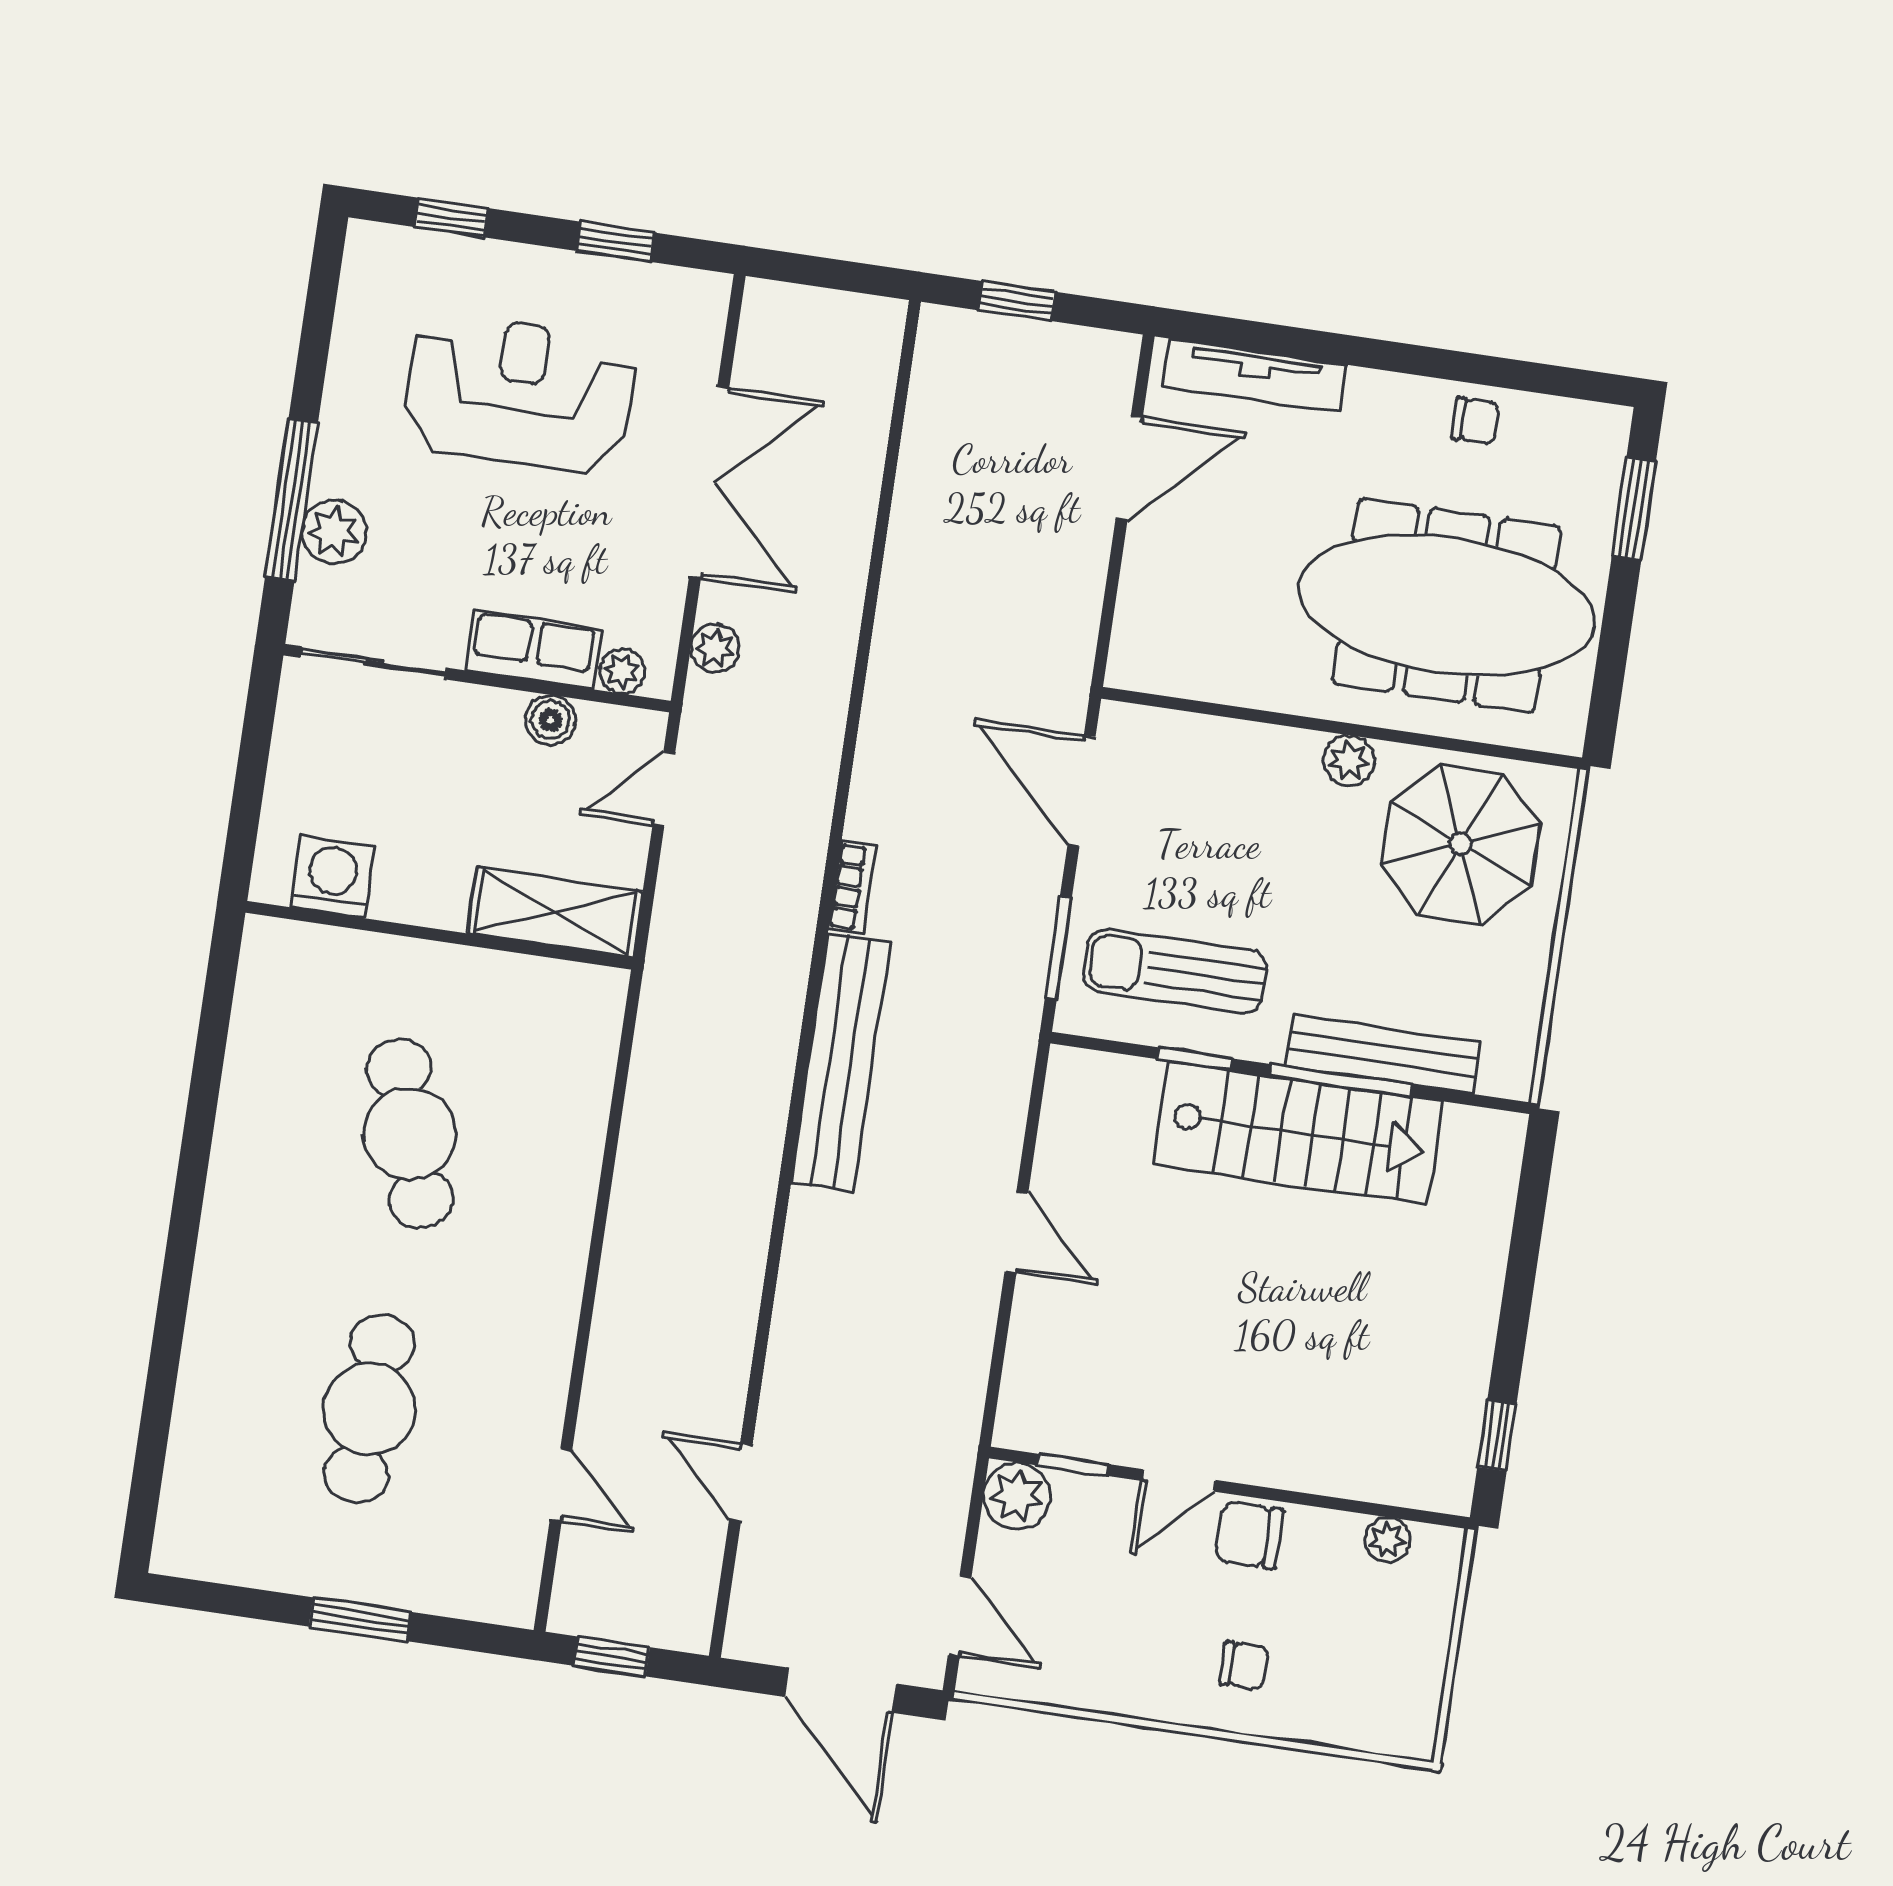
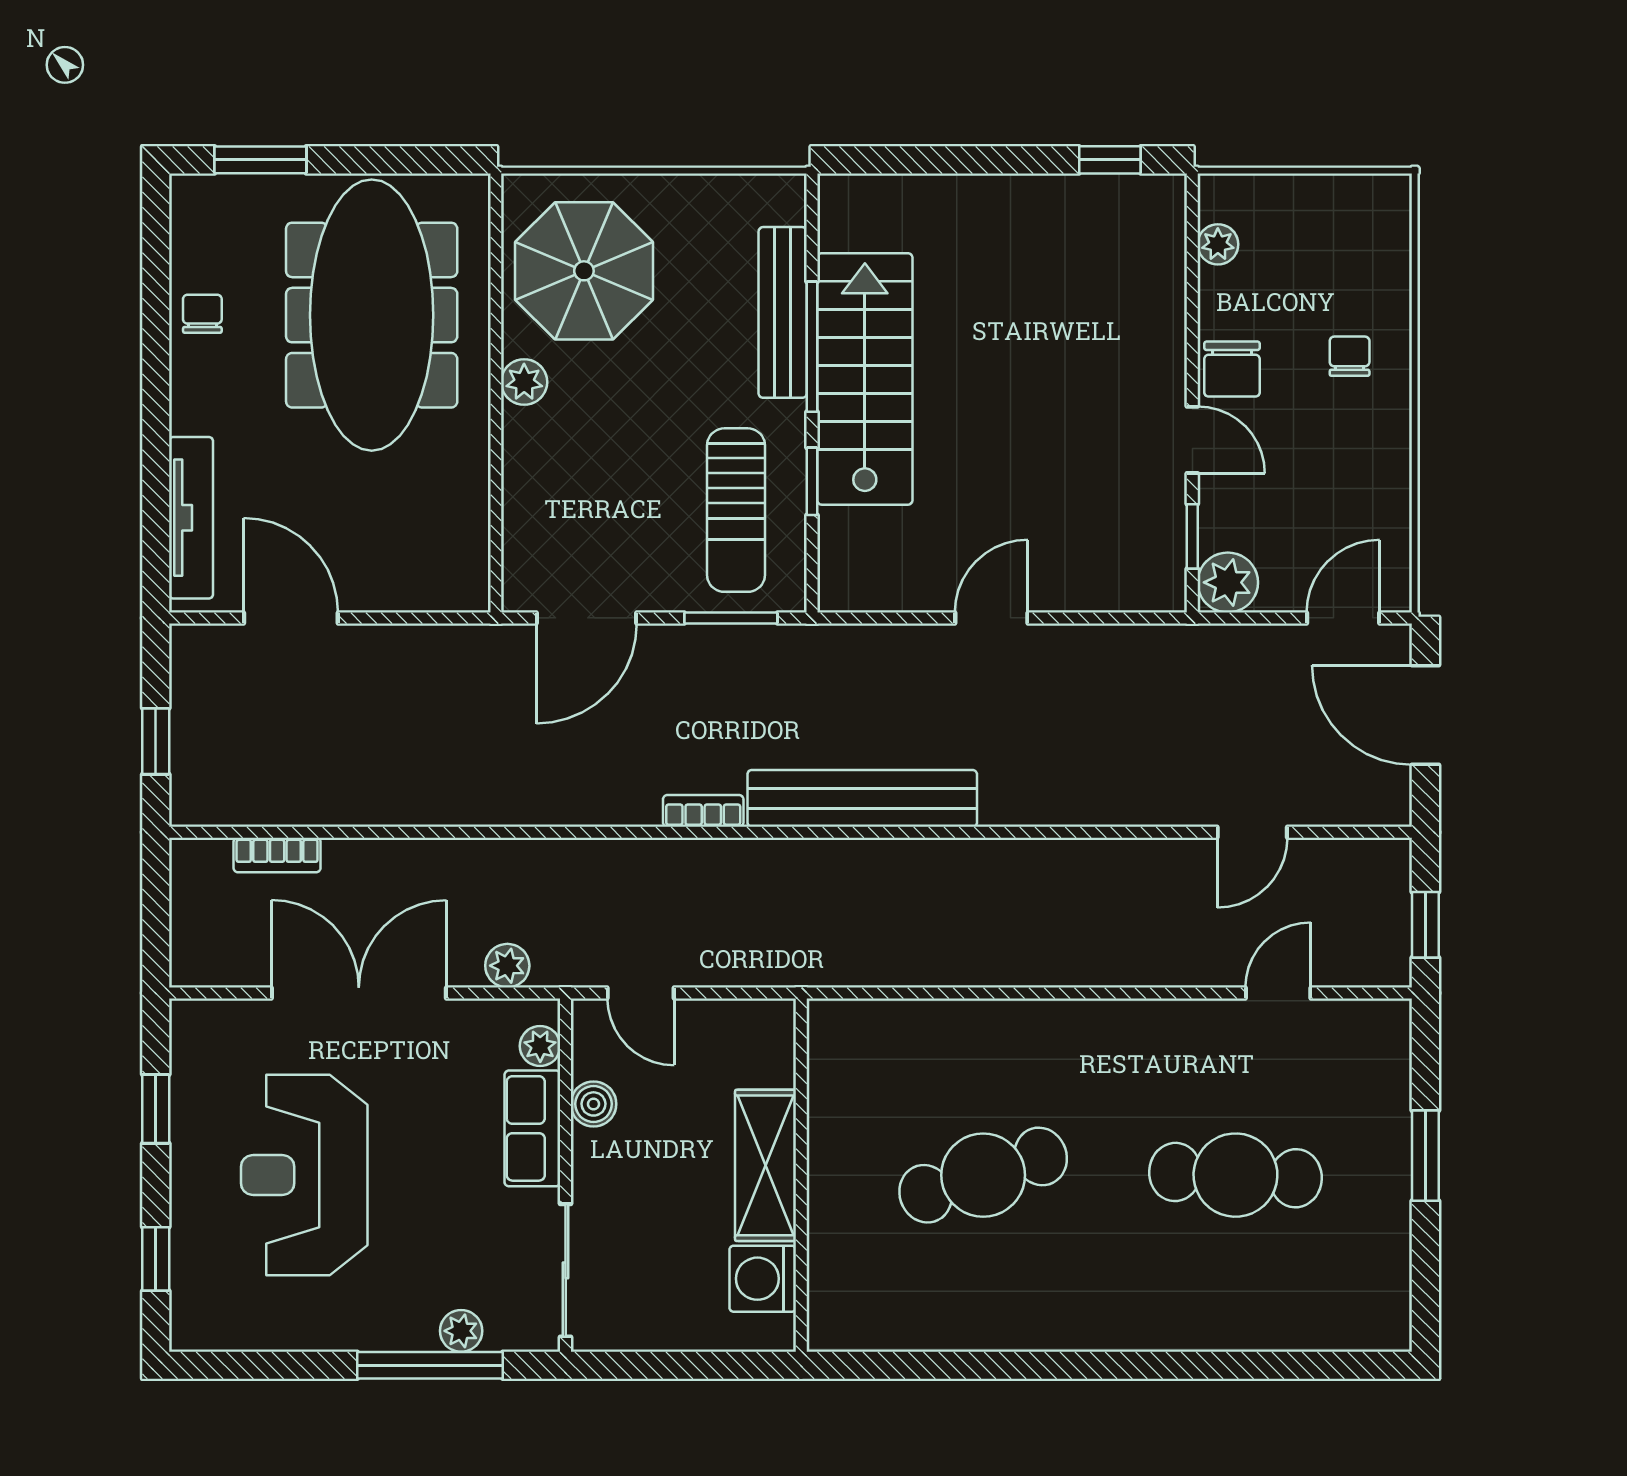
bookcase: (873, 415) -> (277, 855), added
plant: (334, 532) -> (461, 1331), width x0.73, depth x0.73
shelving: (555, 913) -> (766, 1165), moved
door: (841, 1690) -> (1425, 715), swing flipped

